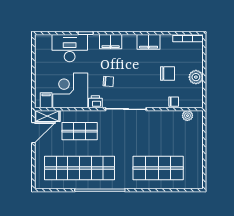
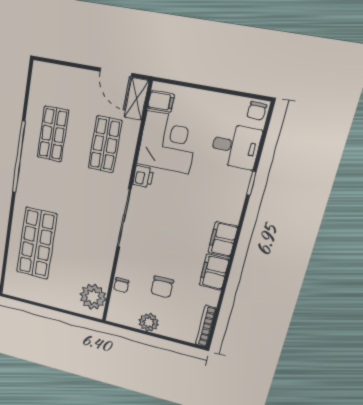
filing cabinet: (111, 42) -> (223, 239), moved
desk: (70, 48) -> (236, 146), width x0.73
chair: (108, 81) -> (257, 111), moved
plant: (187, 116) -> (93, 297), width x1.88, depth x1.88
shop shelf: (80, 168) -> (53, 134), width x0.50, depth x0.74

